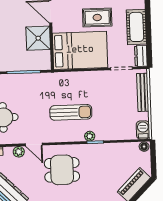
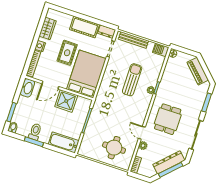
sun lounger: (71, 112) -> (132, 80), moved
door: (34, 144) -> (142, 133), swing flipped

